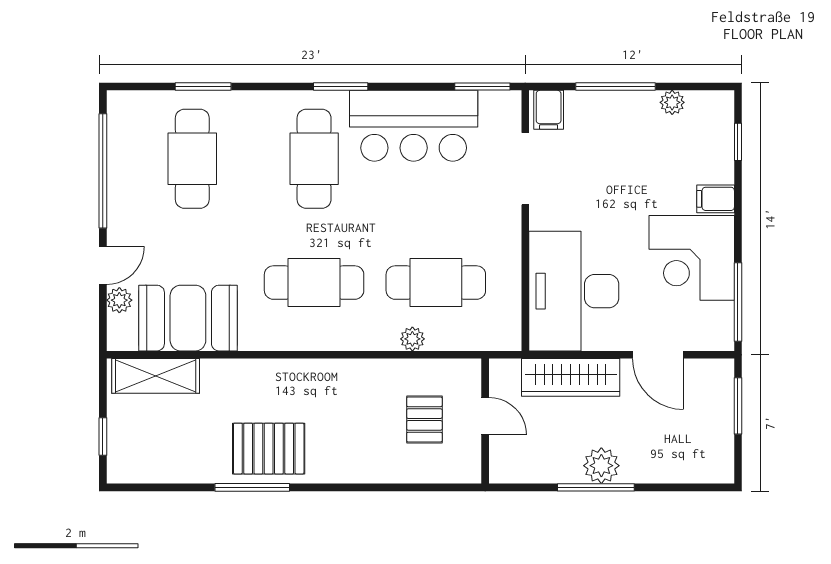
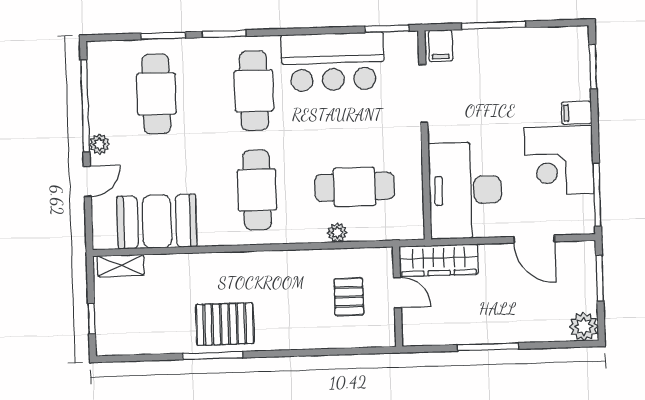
window: (341, 87) -> (224, 34), moved
plant: (672, 102) -> (539, 37), removed
window: (738, 142) -> (593, 67), width x1.50
cafe table: (314, 283) -> (257, 190), turned 90
plant: (119, 300) -> (99, 144), moved
shelving: (156, 376) -> (121, 266), width x0.67, depth x0.75
wardrobe: (571, 377) -> (439, 260), moved
plant: (601, 466) -> (584, 326), moved

